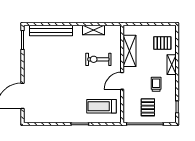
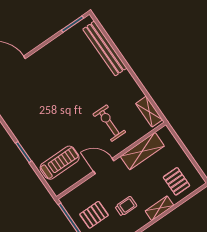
shelving: (93, 30) -> (149, 112), moved
treadmill: (102, 106) -> (60, 163), turned 90

